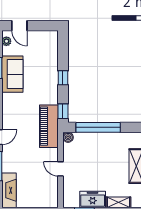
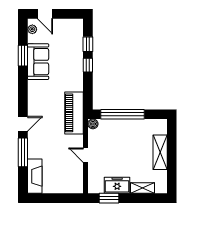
window: (63, 111) -> (88, 44), moved

